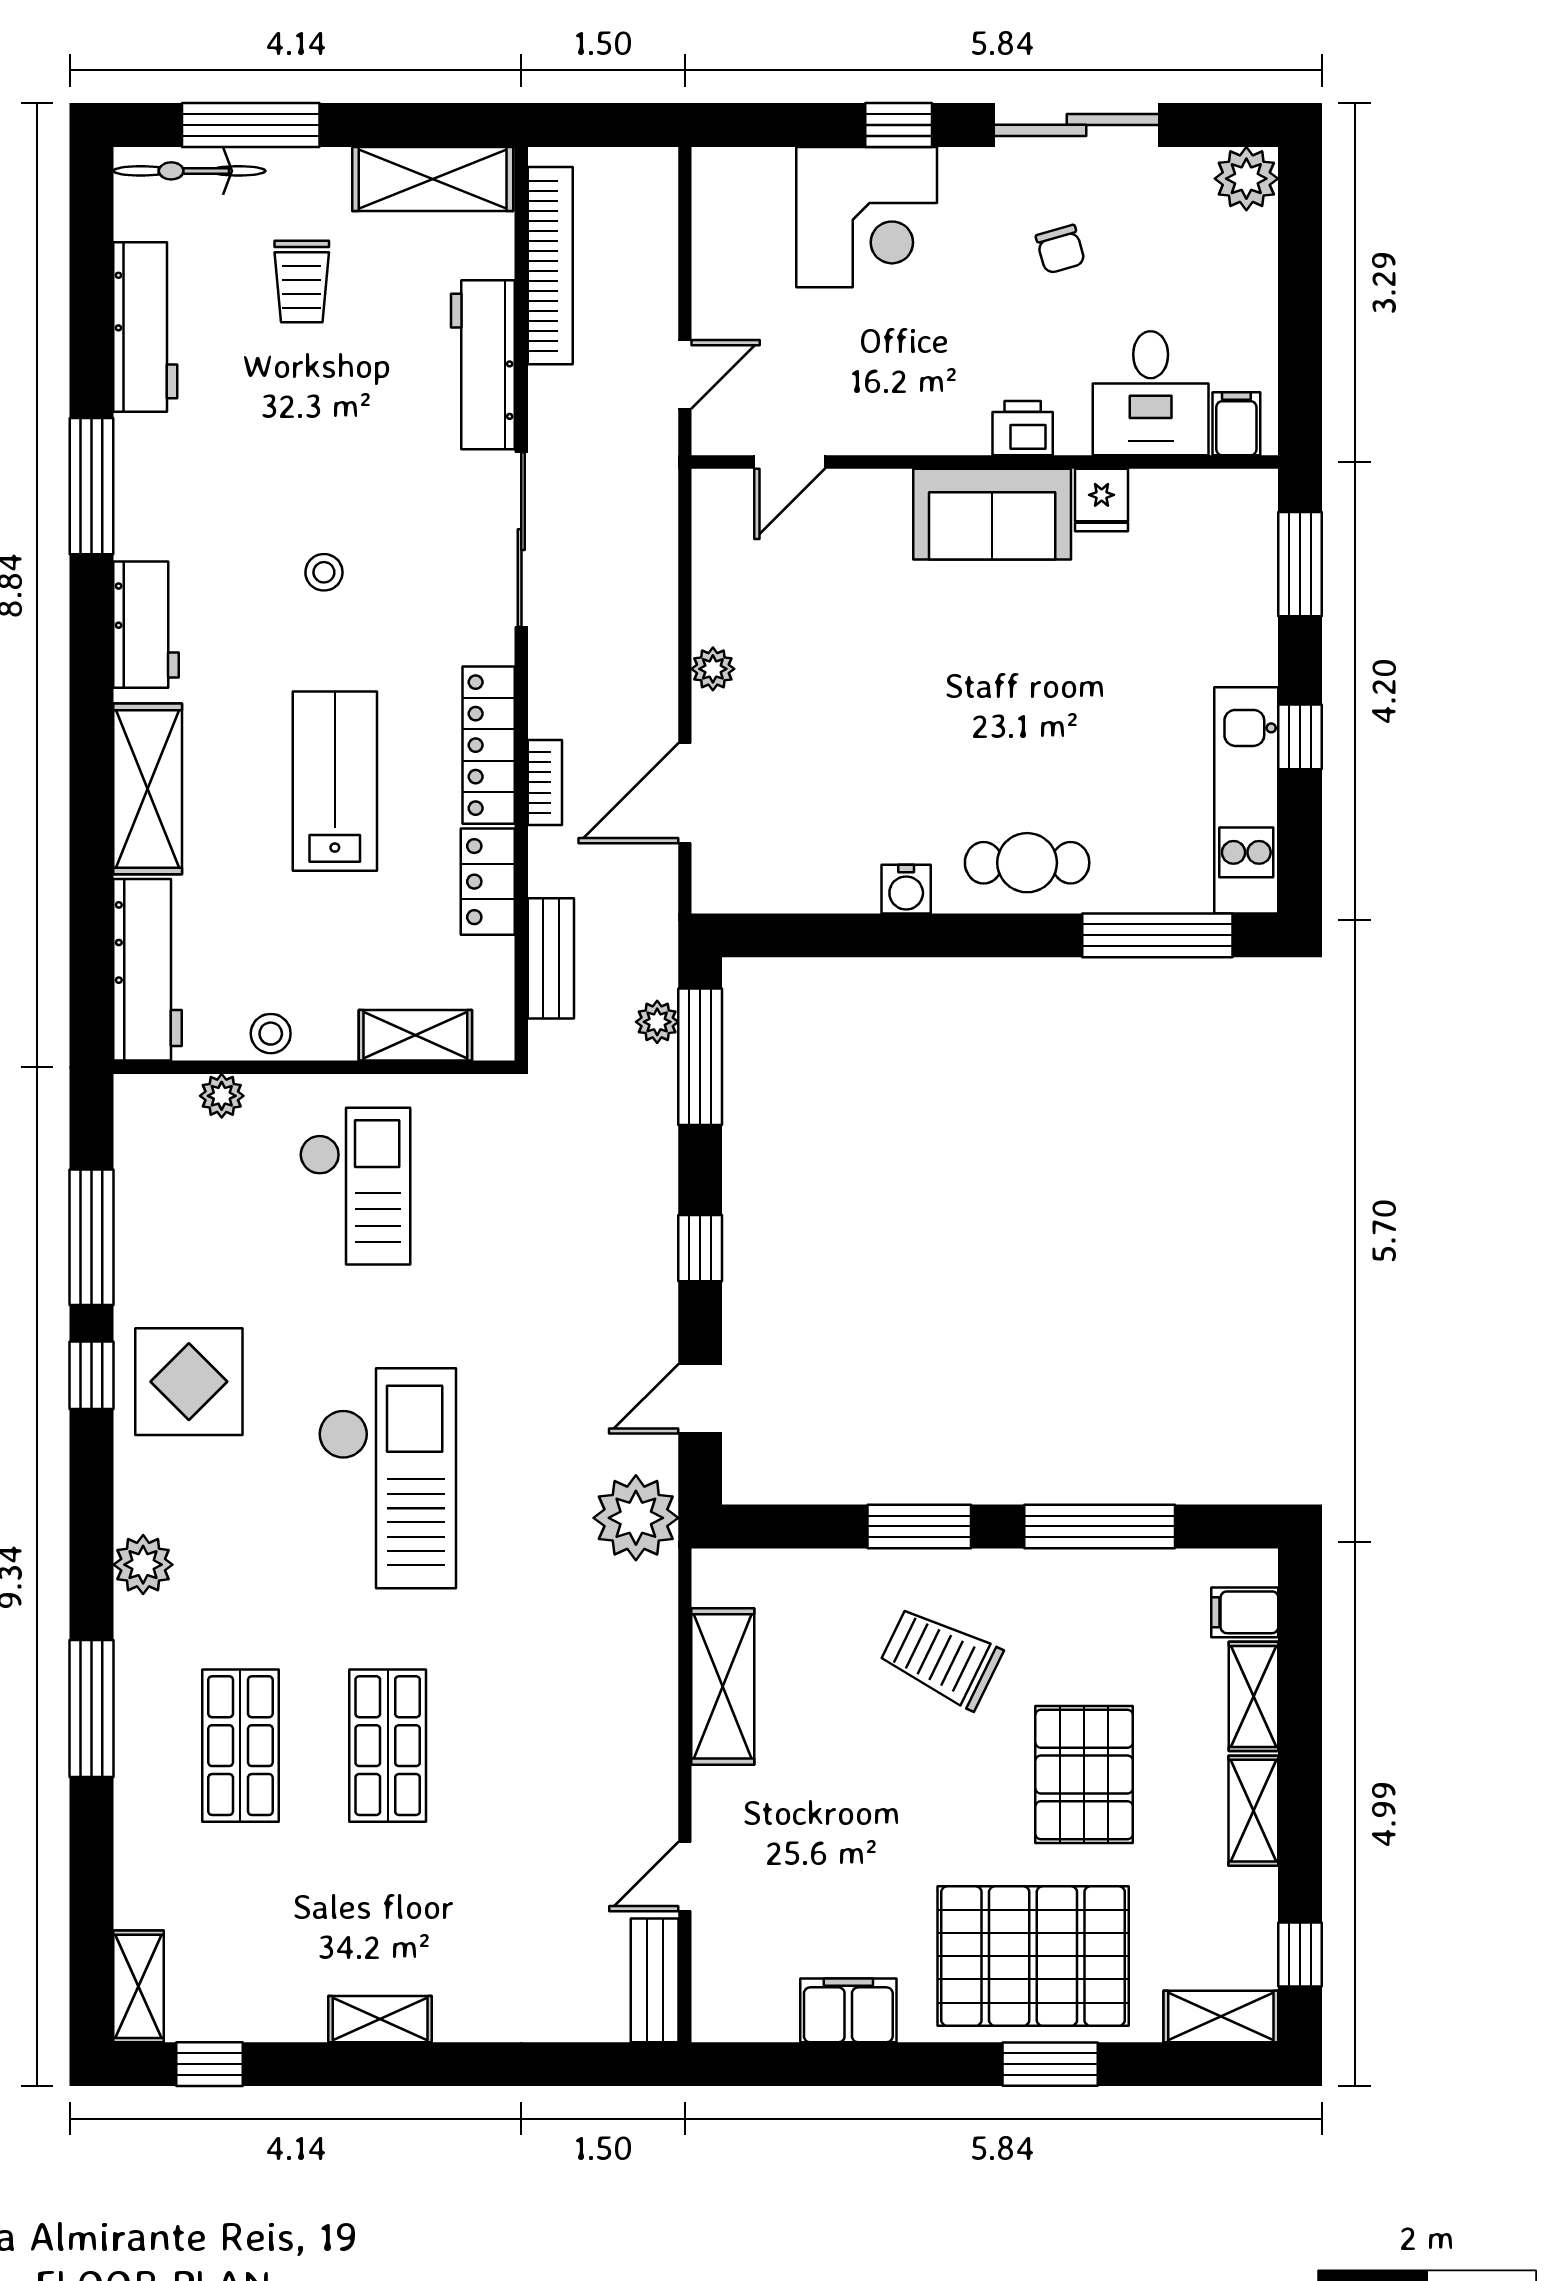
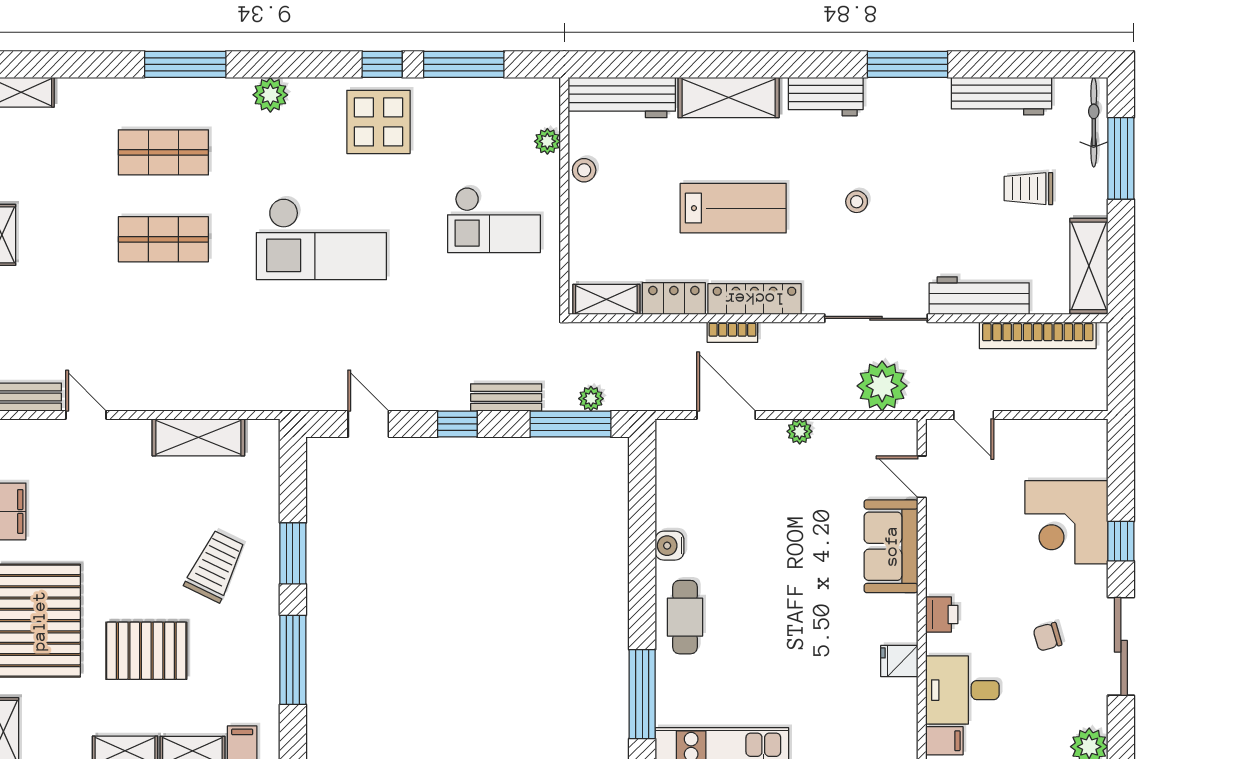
sofa: (992, 514) -> (891, 546), moved
bench: (551, 958) -> (506, 397), moved
shelving: (415, 1035) -> (606, 299), moved, turned 90
plant: (636, 1518) -> (882, 386), moved

